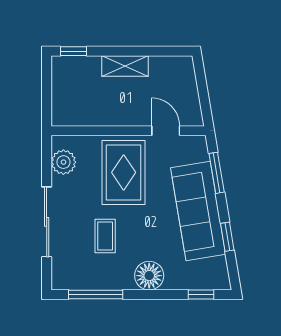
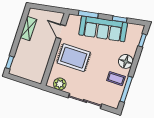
shelving: (125, 66) -> (28, 28), moved
door: (166, 131) -> (61, 32), hinge flipped
coffee table: (105, 236) -> (116, 79), moved

